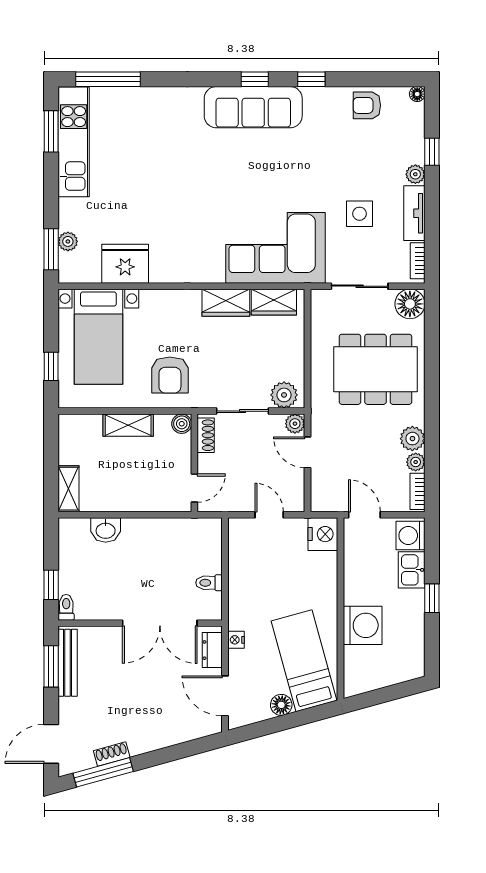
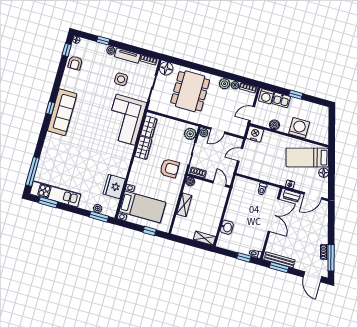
window: (311, 79) -> (67, 50), moved
armchair: (170, 375) -> (170, 168), moved
boiler: (354, 570) -> (274, 125), added

